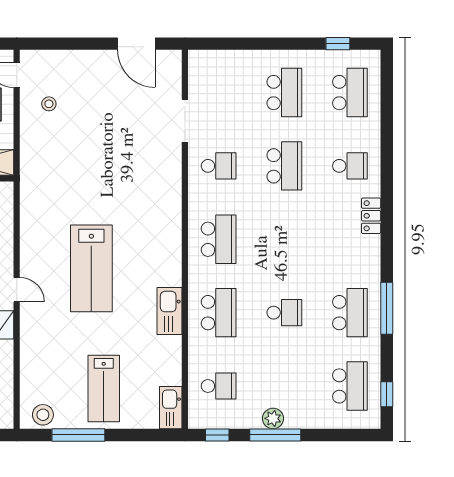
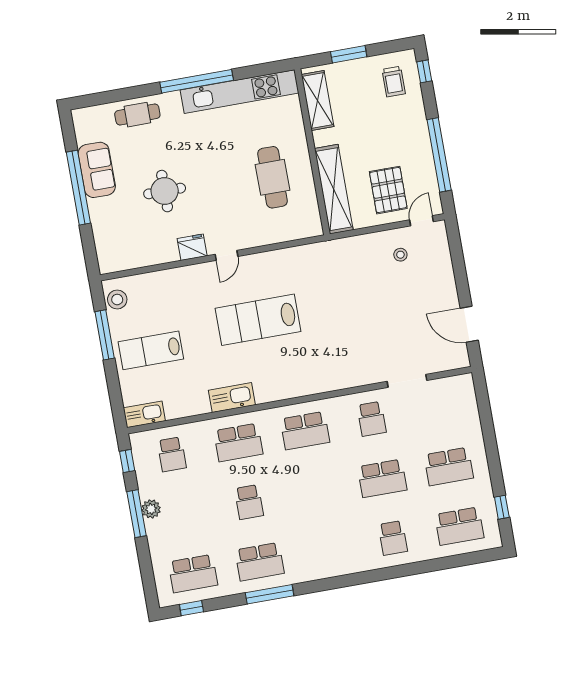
door: (136, 44) -> (469, 324), hinge flipped
locker: (371, 216) -> (351, 565), removed

